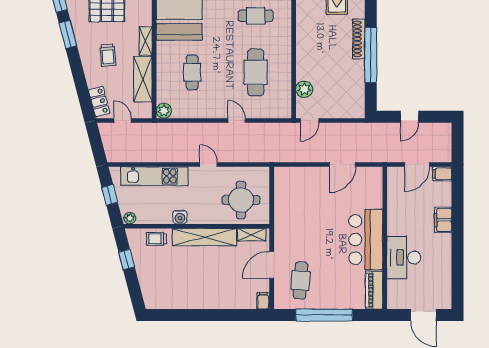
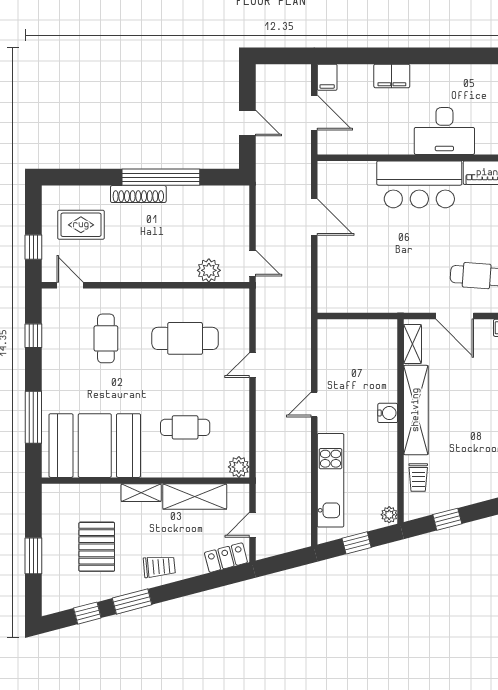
trolley: (108, 55) -> (159, 567), moved
round table: (241, 200) -> (364, 359), removed
water cooler: (180, 217) -> (388, 413), moved

